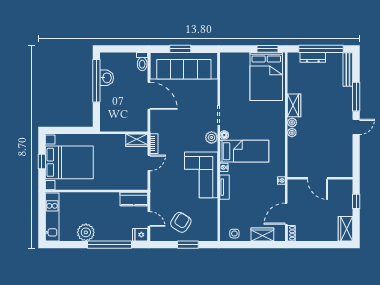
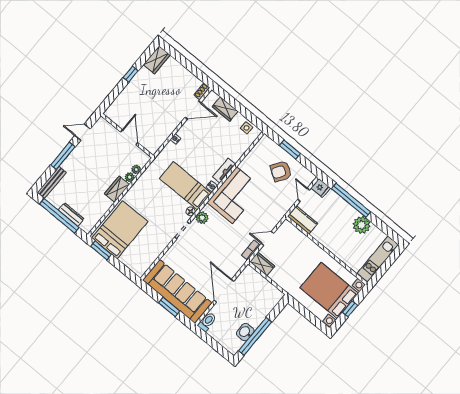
door: (317, 178) -> (129, 137), moved
wall: (320, 178) -> (127, 136), moved

